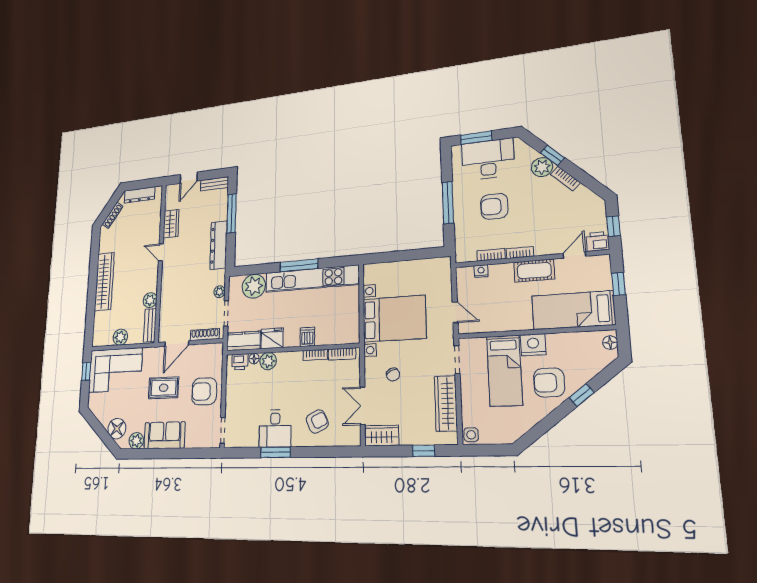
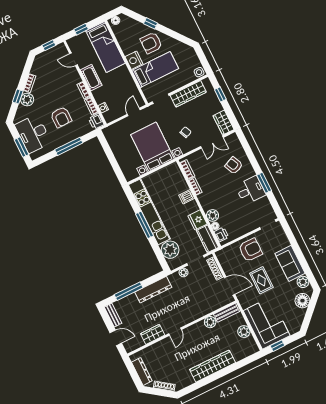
printer: (598, 241) -> (96, 121), moved
armchair: (549, 383) -> (151, 43), turned 90
armchair: (204, 391) -> (250, 250), turned -90

